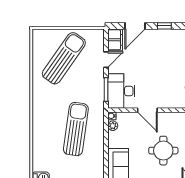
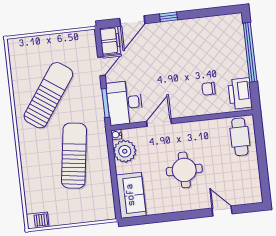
sun lounger: (64, 58) -> (48, 95), moved
door: (147, 110) -> (159, 123), swing flipped
plant: (113, 126) -> (125, 151), width x1.88, depth x1.88

